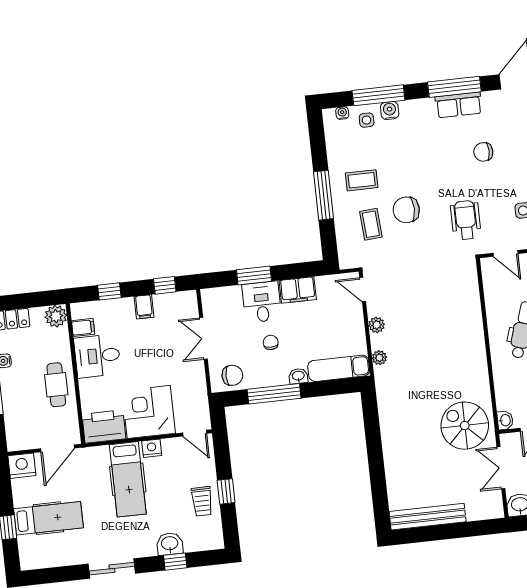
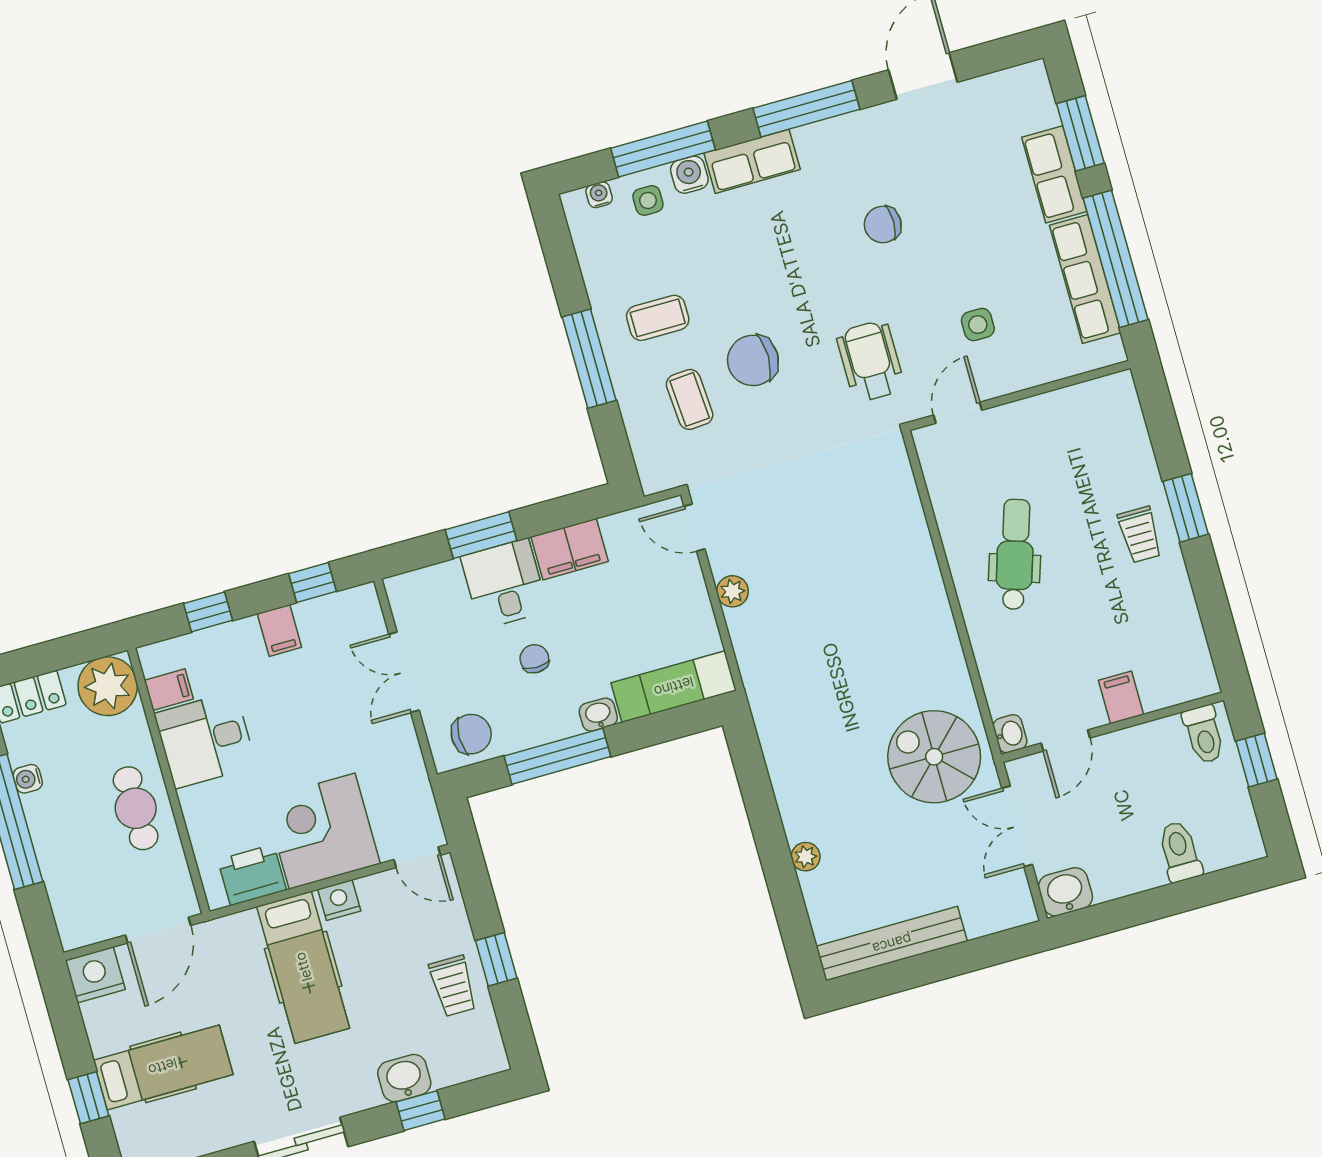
row of seats: (459, 105) -> (752, 161), moved
door: (506, 253) -> (958, 413), swing flipped
plant: (56, 316) -> (108, 686), width x1.36, depth x1.36
plant: (379, 358) -> (806, 857), moved
printer: (104, 426) -> (252, 875), width x0.73, depth x0.84

